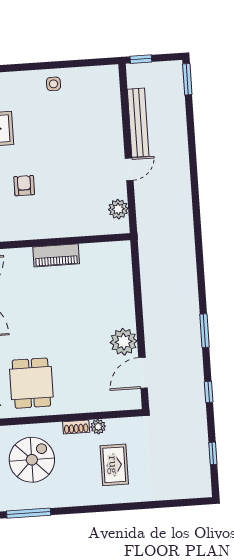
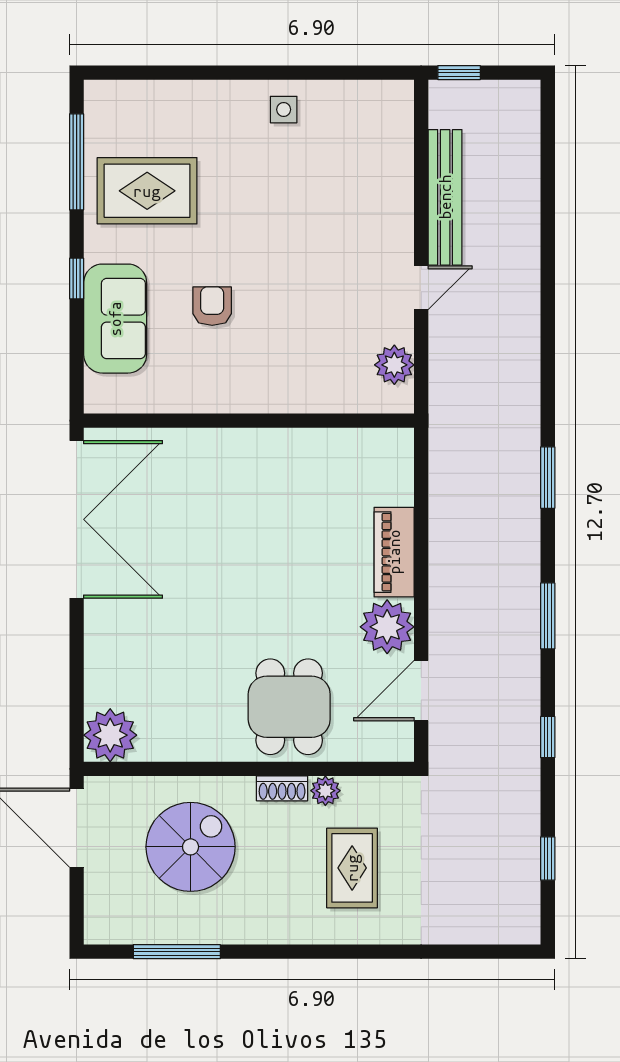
window: (187, 79) -> (548, 478), moved
piano: (56, 255) -> (394, 552), moved, turned 90
dining table: (31, 383) -> (289, 707), moved

